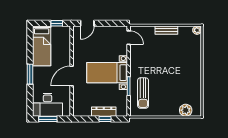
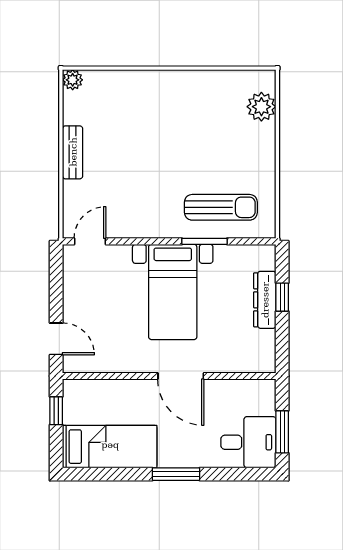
desk: (48, 105) -> (248, 442), width x0.73

